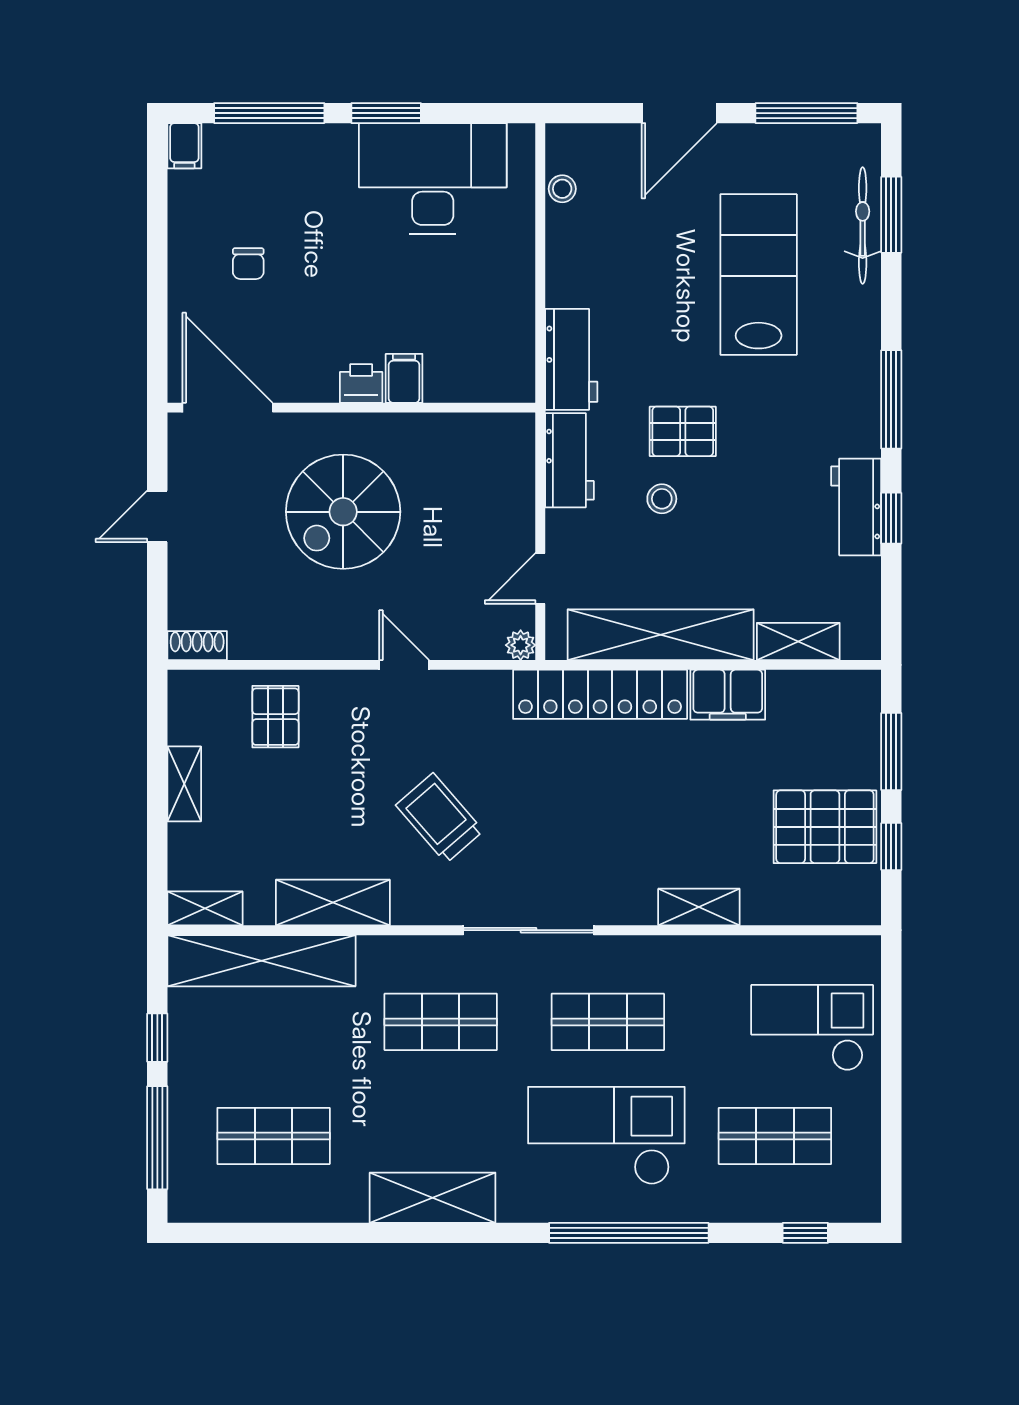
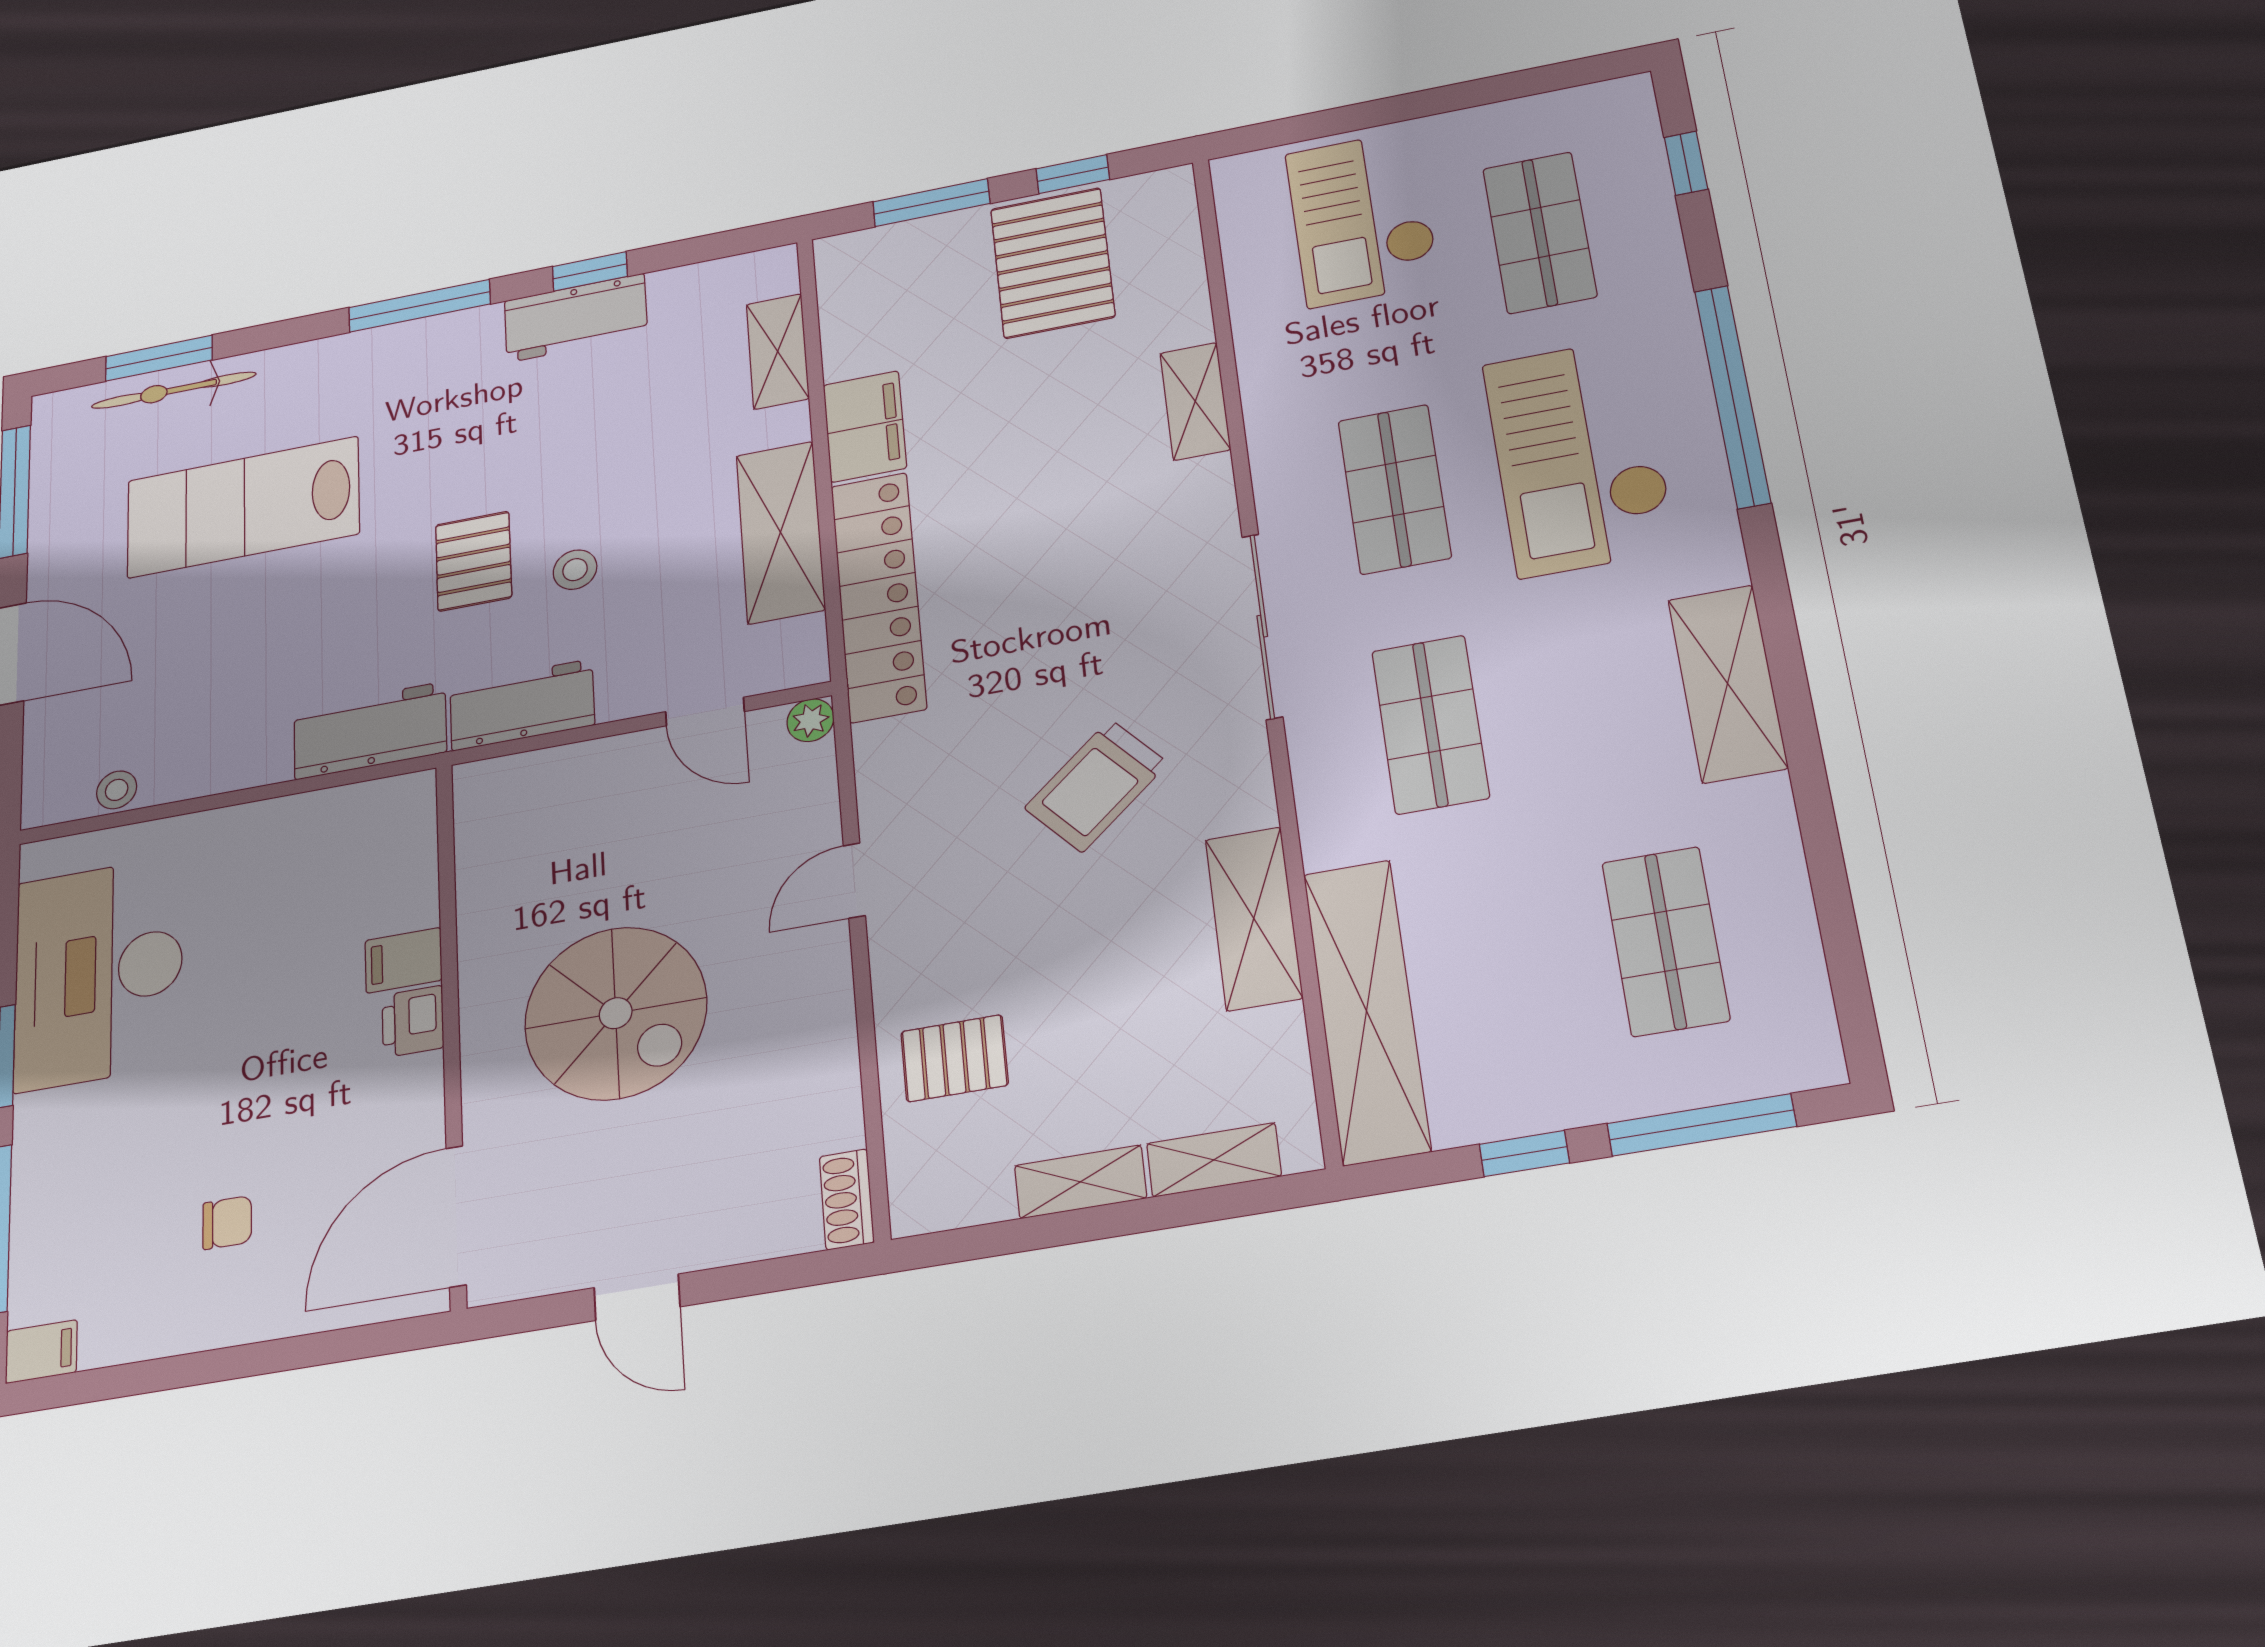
shelving: (661, 635) -> (780, 532), width x0.68
shelving: (205, 908) -> (1214, 1160), moved, turned 90

